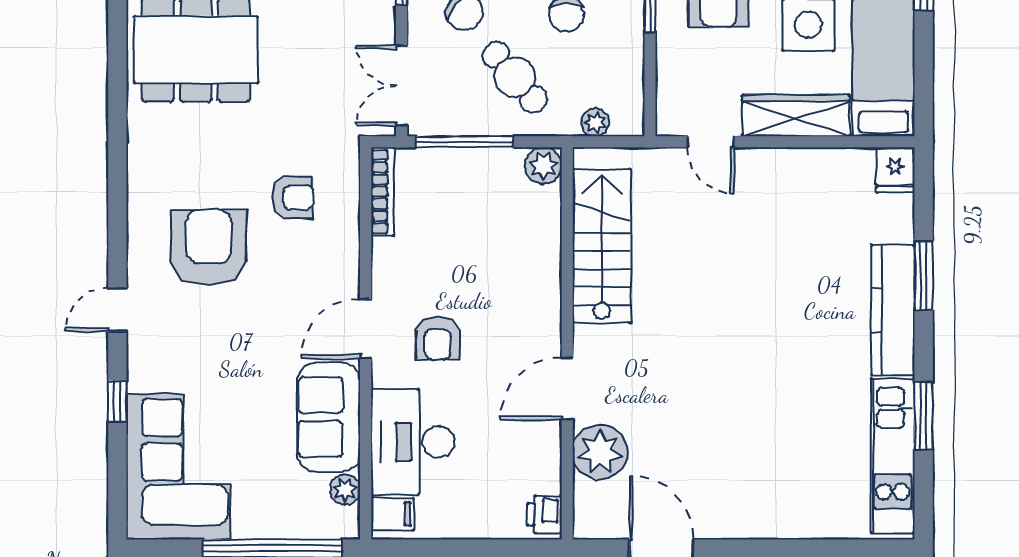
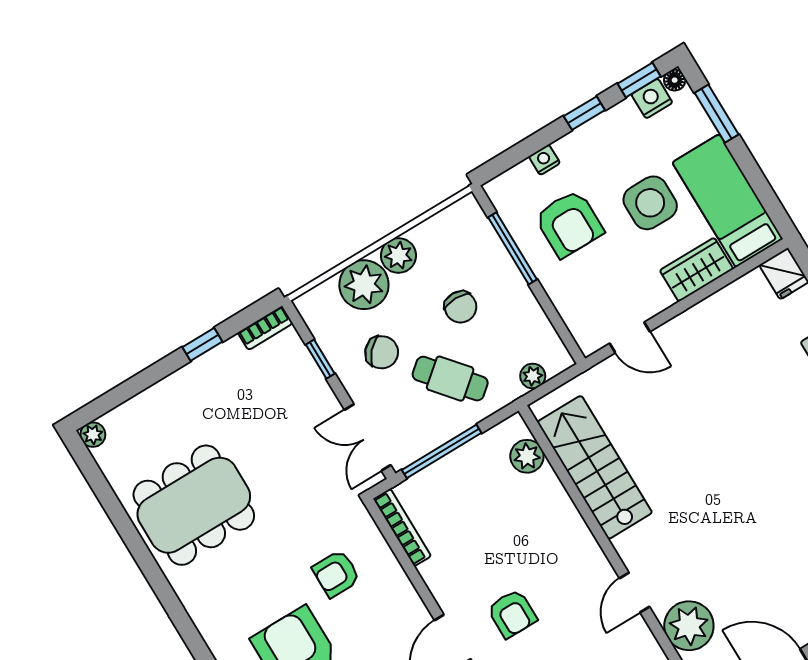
wardrobe: (796, 116) -> (696, 270), width x0.67
plant: (543, 166) -> (527, 456), moved
armchair: (292, 198) -> (336, 574), turned 180
door: (567, 389) -> (634, 593), width x0.73

